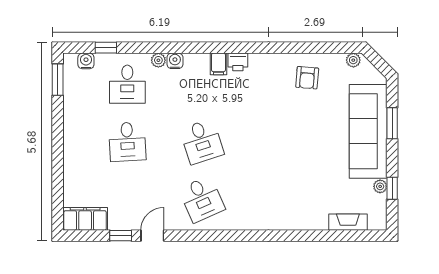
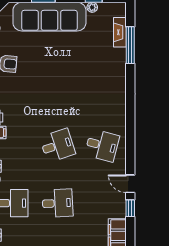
desk: (202, 199) -> (102, 145), turned 39
window: (331, 236) -> (130, 45), added

